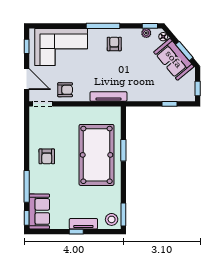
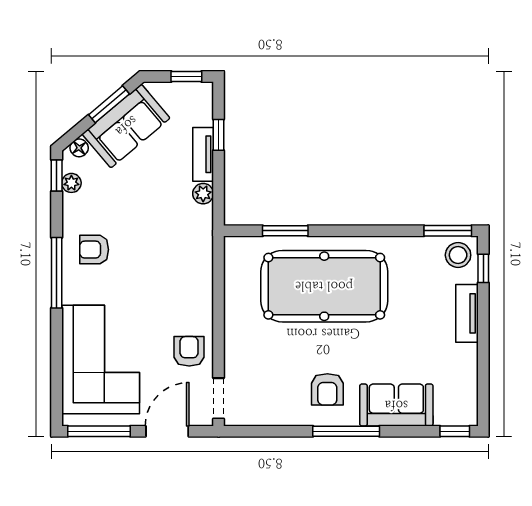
window: (27, 46) -> (99, 431), width x2.17
tv unit: (108, 97) -> (203, 154), moved, width x0.71
plant: (141, 97) -> (203, 194), added
window: (123, 150) -> (285, 231), moved
armchair: (47, 156) -> (327, 389), turned 90
window: (27, 186) -> (346, 431), moved
sofa: (39, 211) -> (396, 405), moved
window: (76, 232) -> (483, 268), moved

